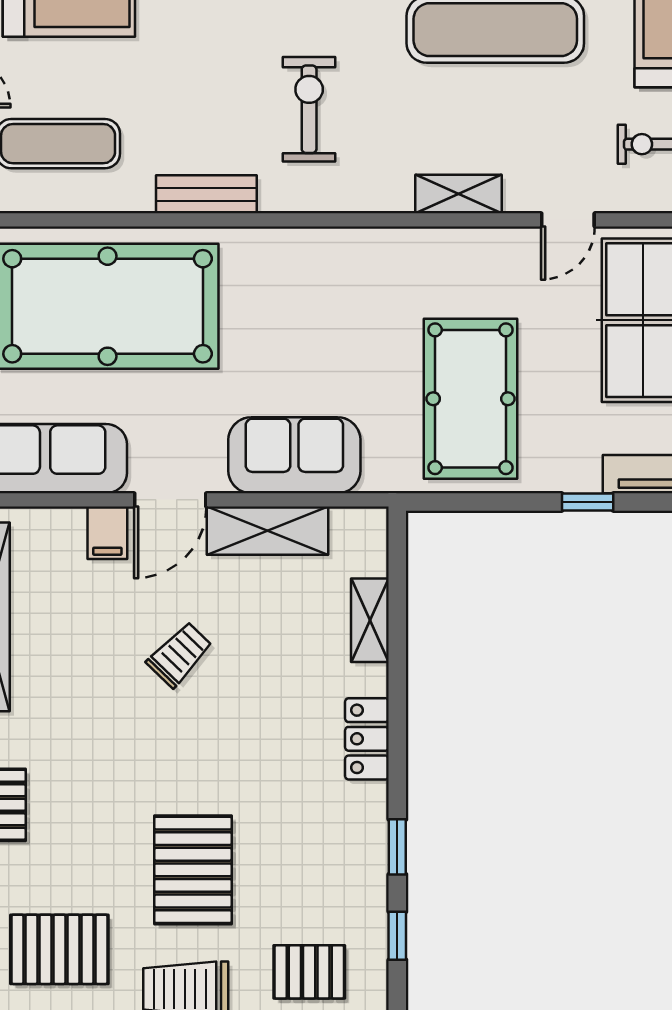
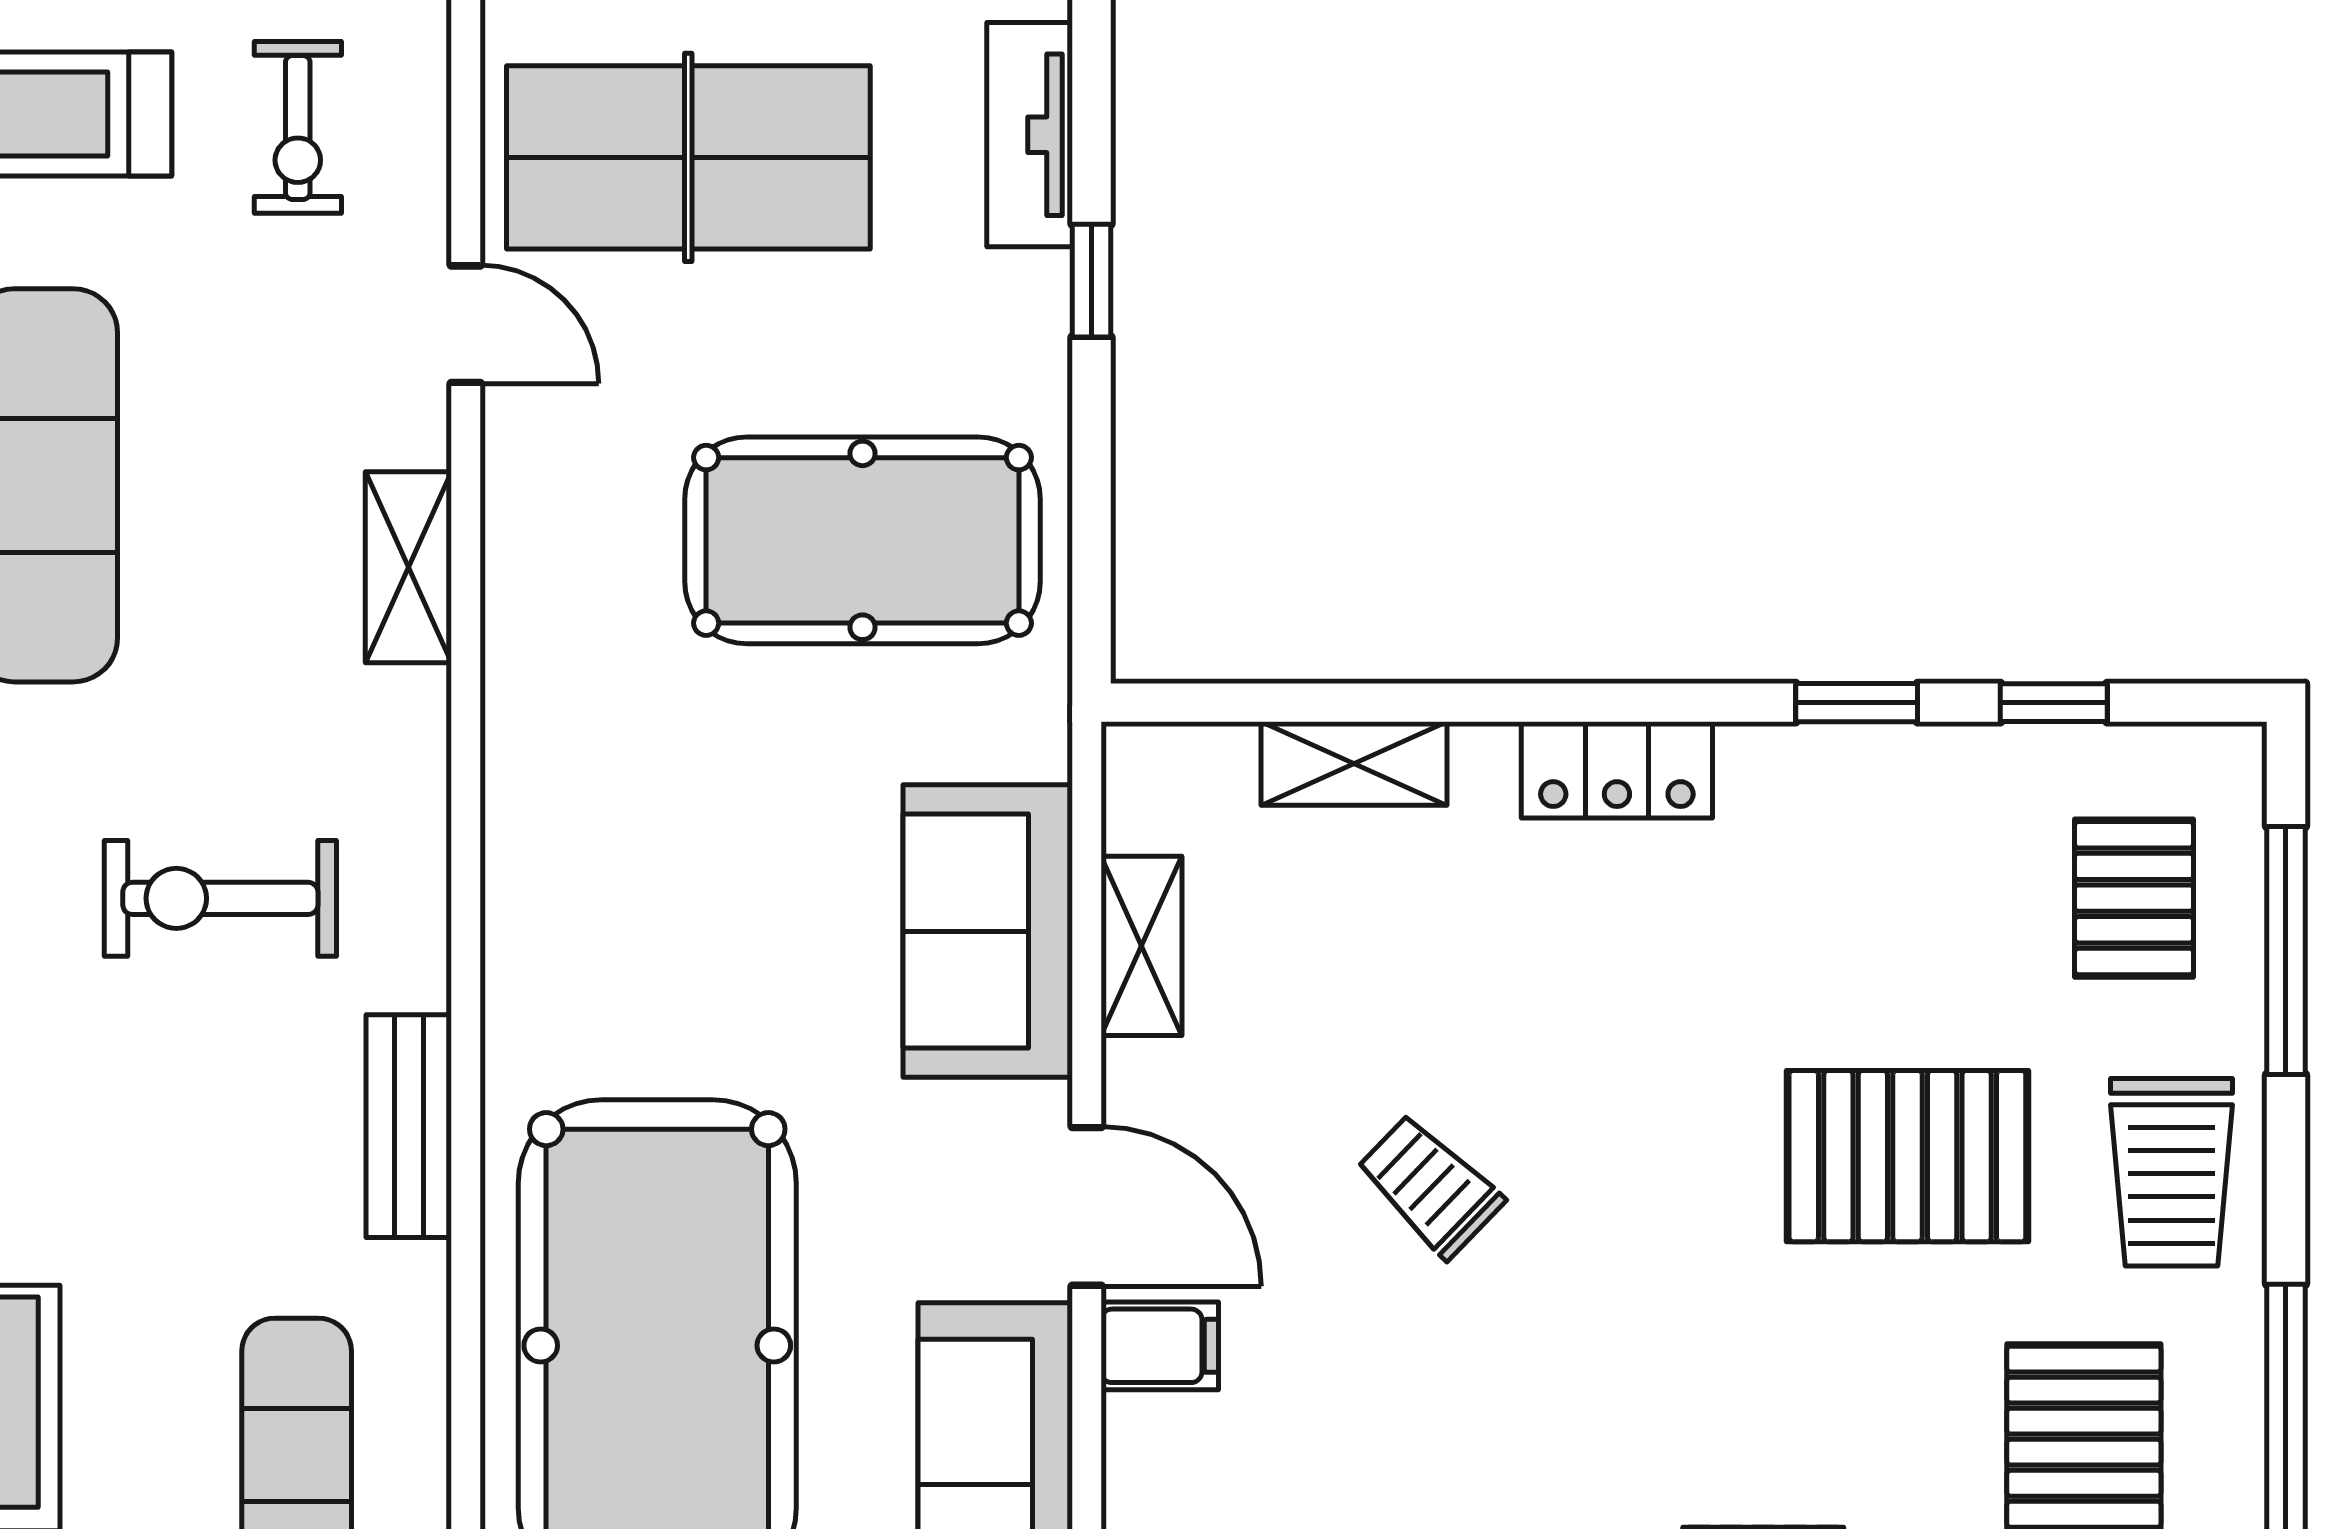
shelving: (267, 531) -> (1141, 946), width x0.67, depth x0.75

